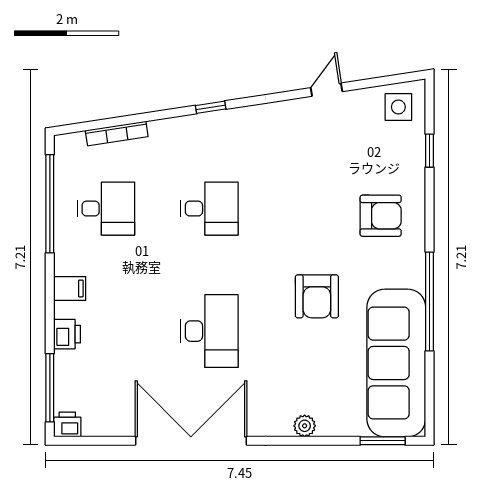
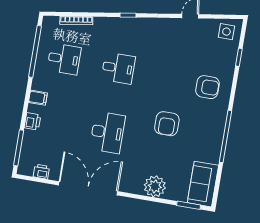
sofa: (396, 363) -> (203, 184), width x0.54, depth x0.79
printer: (67, 424) -> (41, 172), moved
plant: (305, 426) -> (155, 186), width x1.87, depth x1.87

